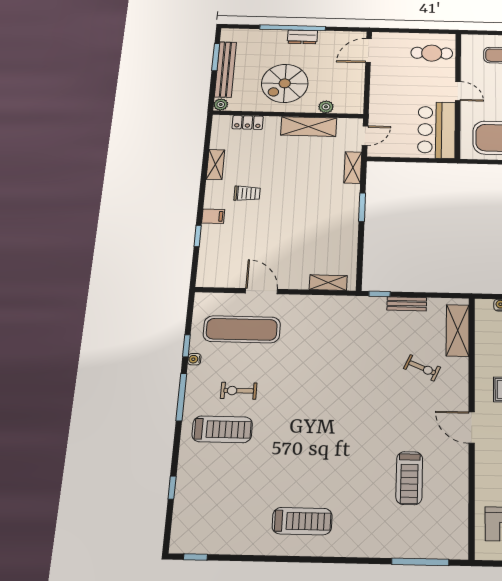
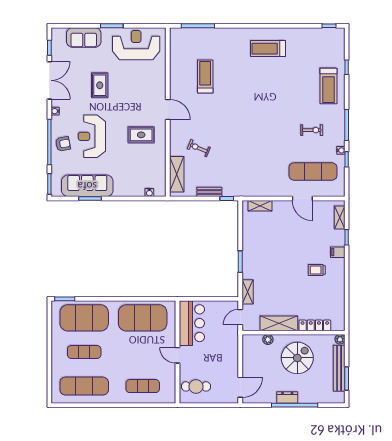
locker: (248, 122) -> (315, 325), width x1.53
shelving: (215, 164) -> (340, 217), moved
treadmill: (222, 429) -> (328, 86), moved, turned -90

